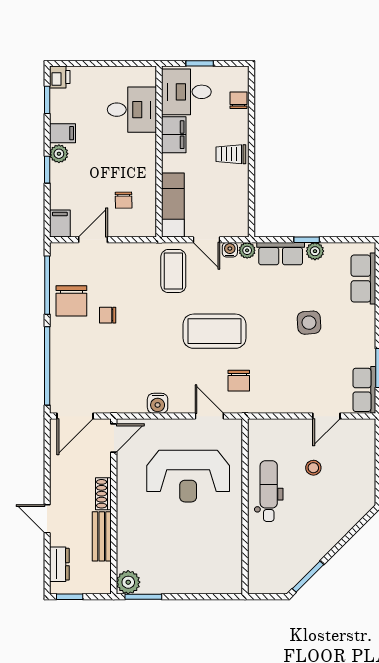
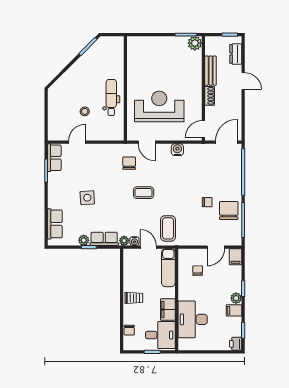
desk: (132, 110) -> (193, 319), width x1.37
coffee table: (214, 331) -> (144, 193), width x0.54, depth x0.58
dental chair: (269, 491) -> (111, 97), turned 180

